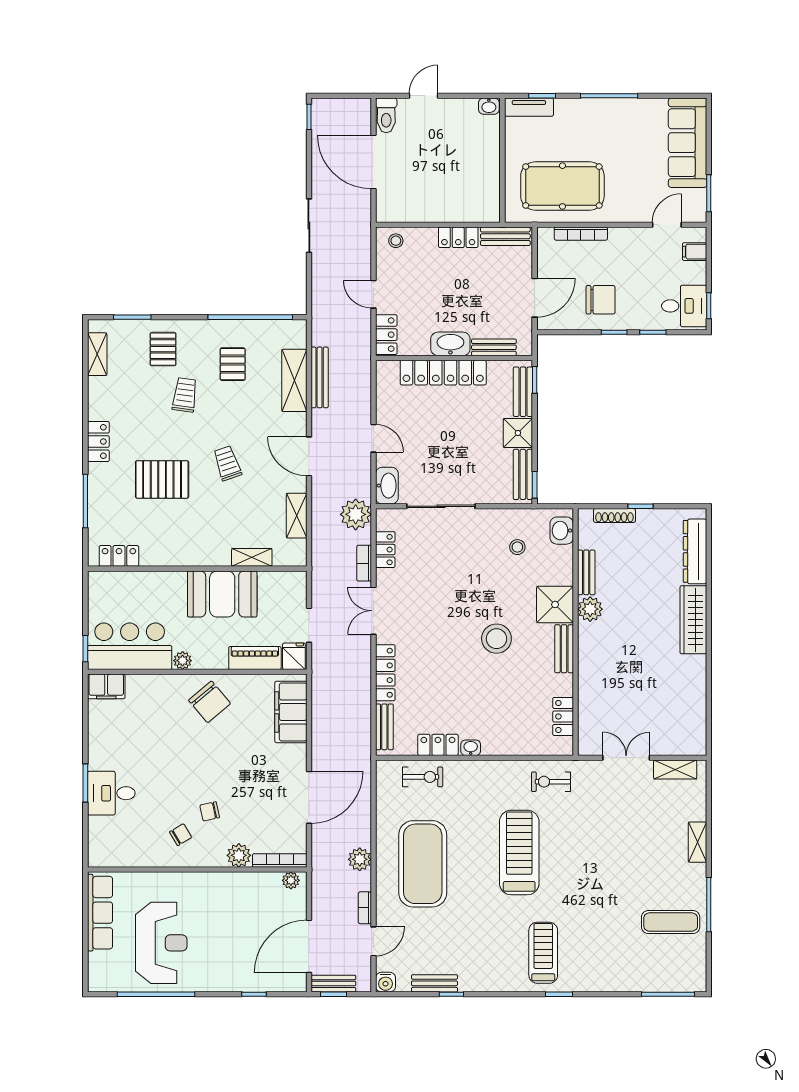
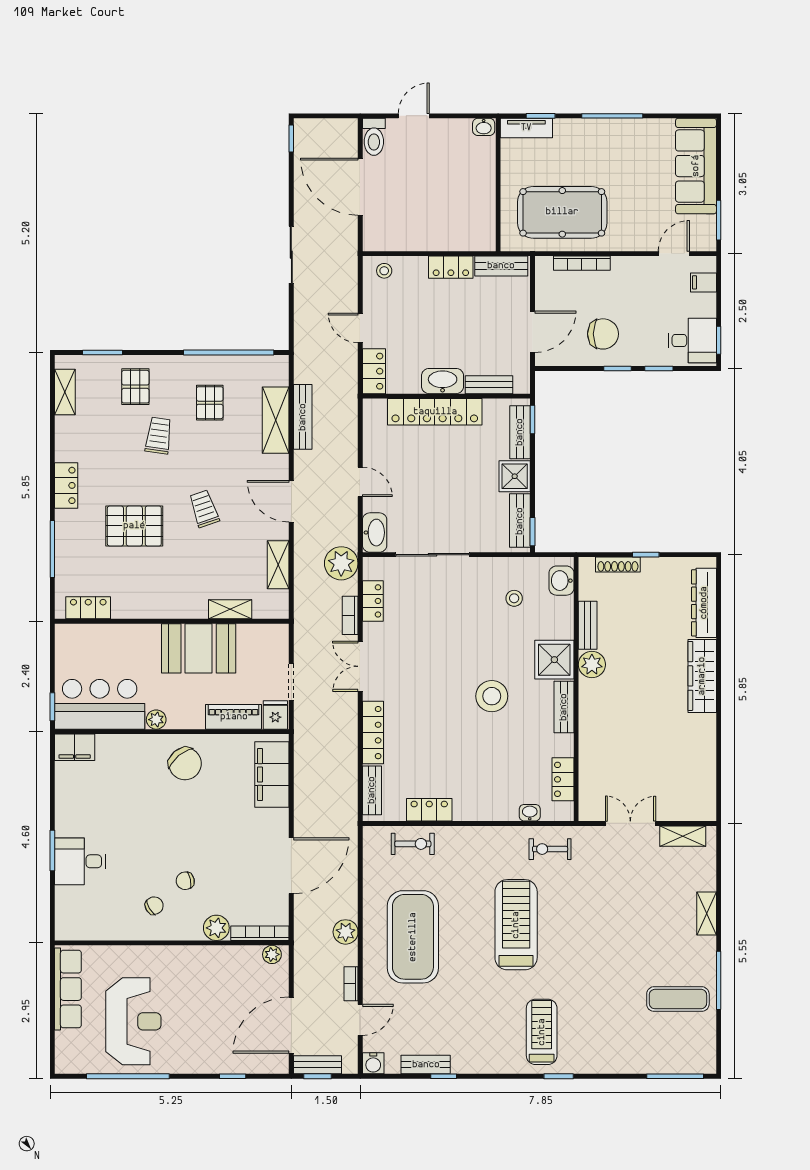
washbasin: (471, 748) -> (530, 813), moved

